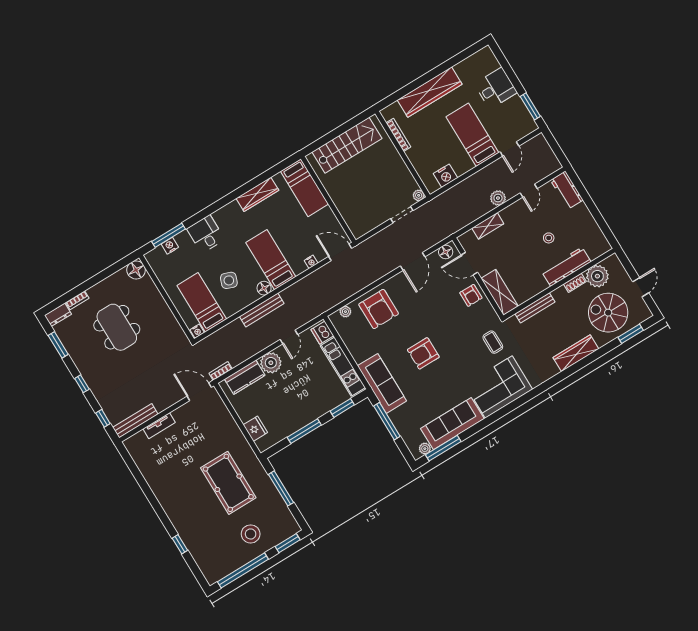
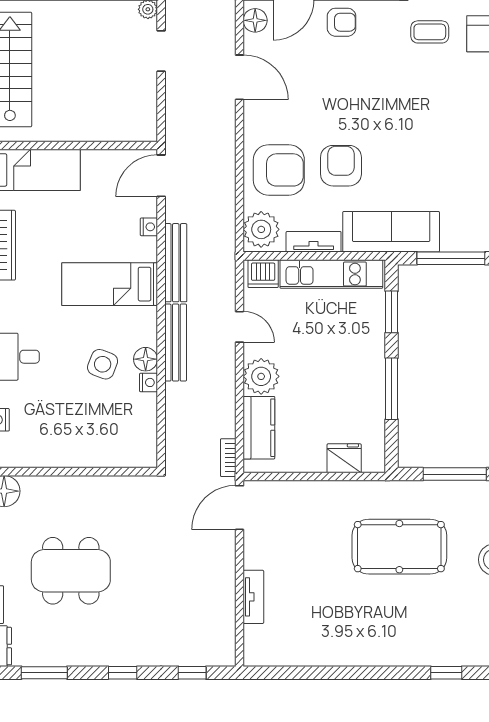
floor lamp: (264, 288) -> (146, 359), moved
bed: (202, 302) -> (110, 424), removed
plant: (345, 312) -> (261, 229), width x1.87, depth x1.87
nightstand: (197, 331) -> (149, 382), moved
tv unit: (354, 348) -> (314, 242), added
armchair: (423, 353) -> (341, 166), moved, turned 180
bench: (135, 421) -> (176, 263), moved

